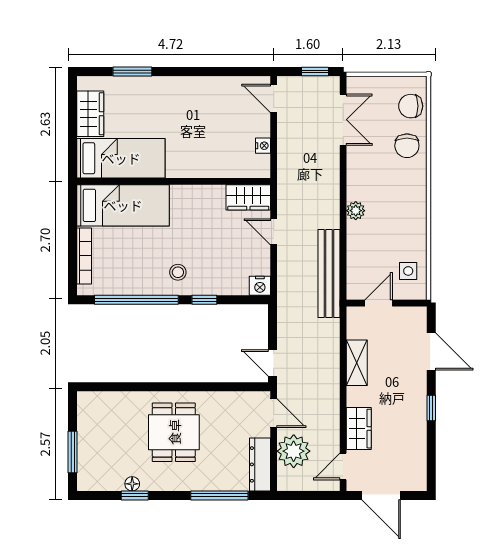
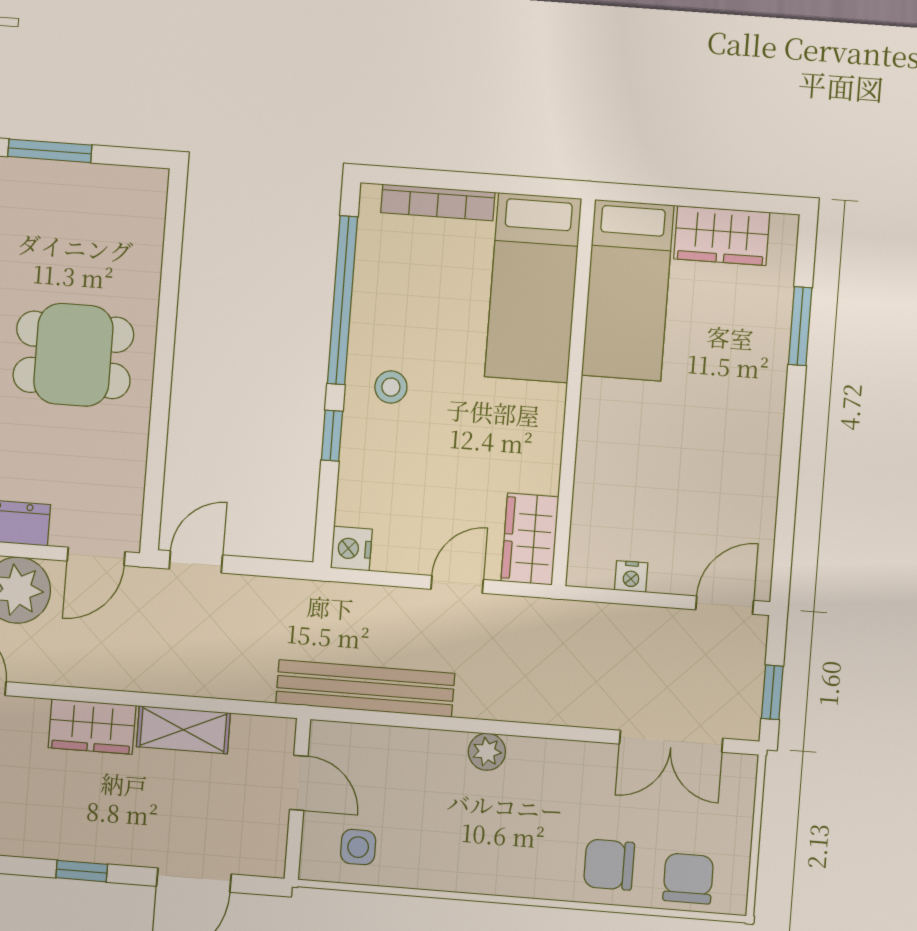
wardrobe: (359, 429) -> (92, 727), moved

